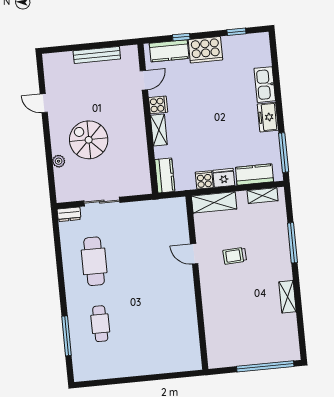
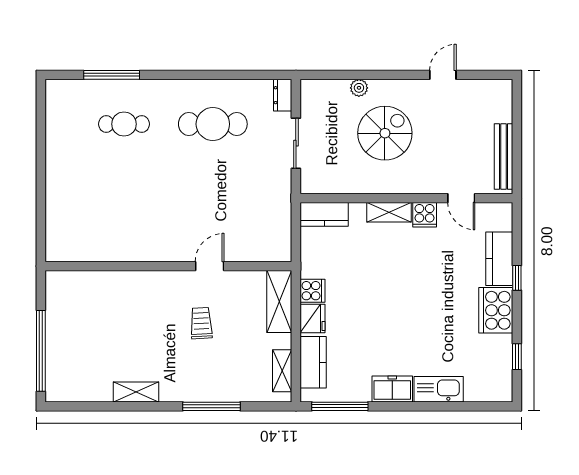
door: (144, 80) -> (461, 198), moved
cooker: (158, 105) -> (425, 215), moved
wall: (148, 119) -> (406, 198), moved
shelving: (159, 130) -> (389, 212), moved
kitchen counter: (165, 175) -> (324, 214), moved

